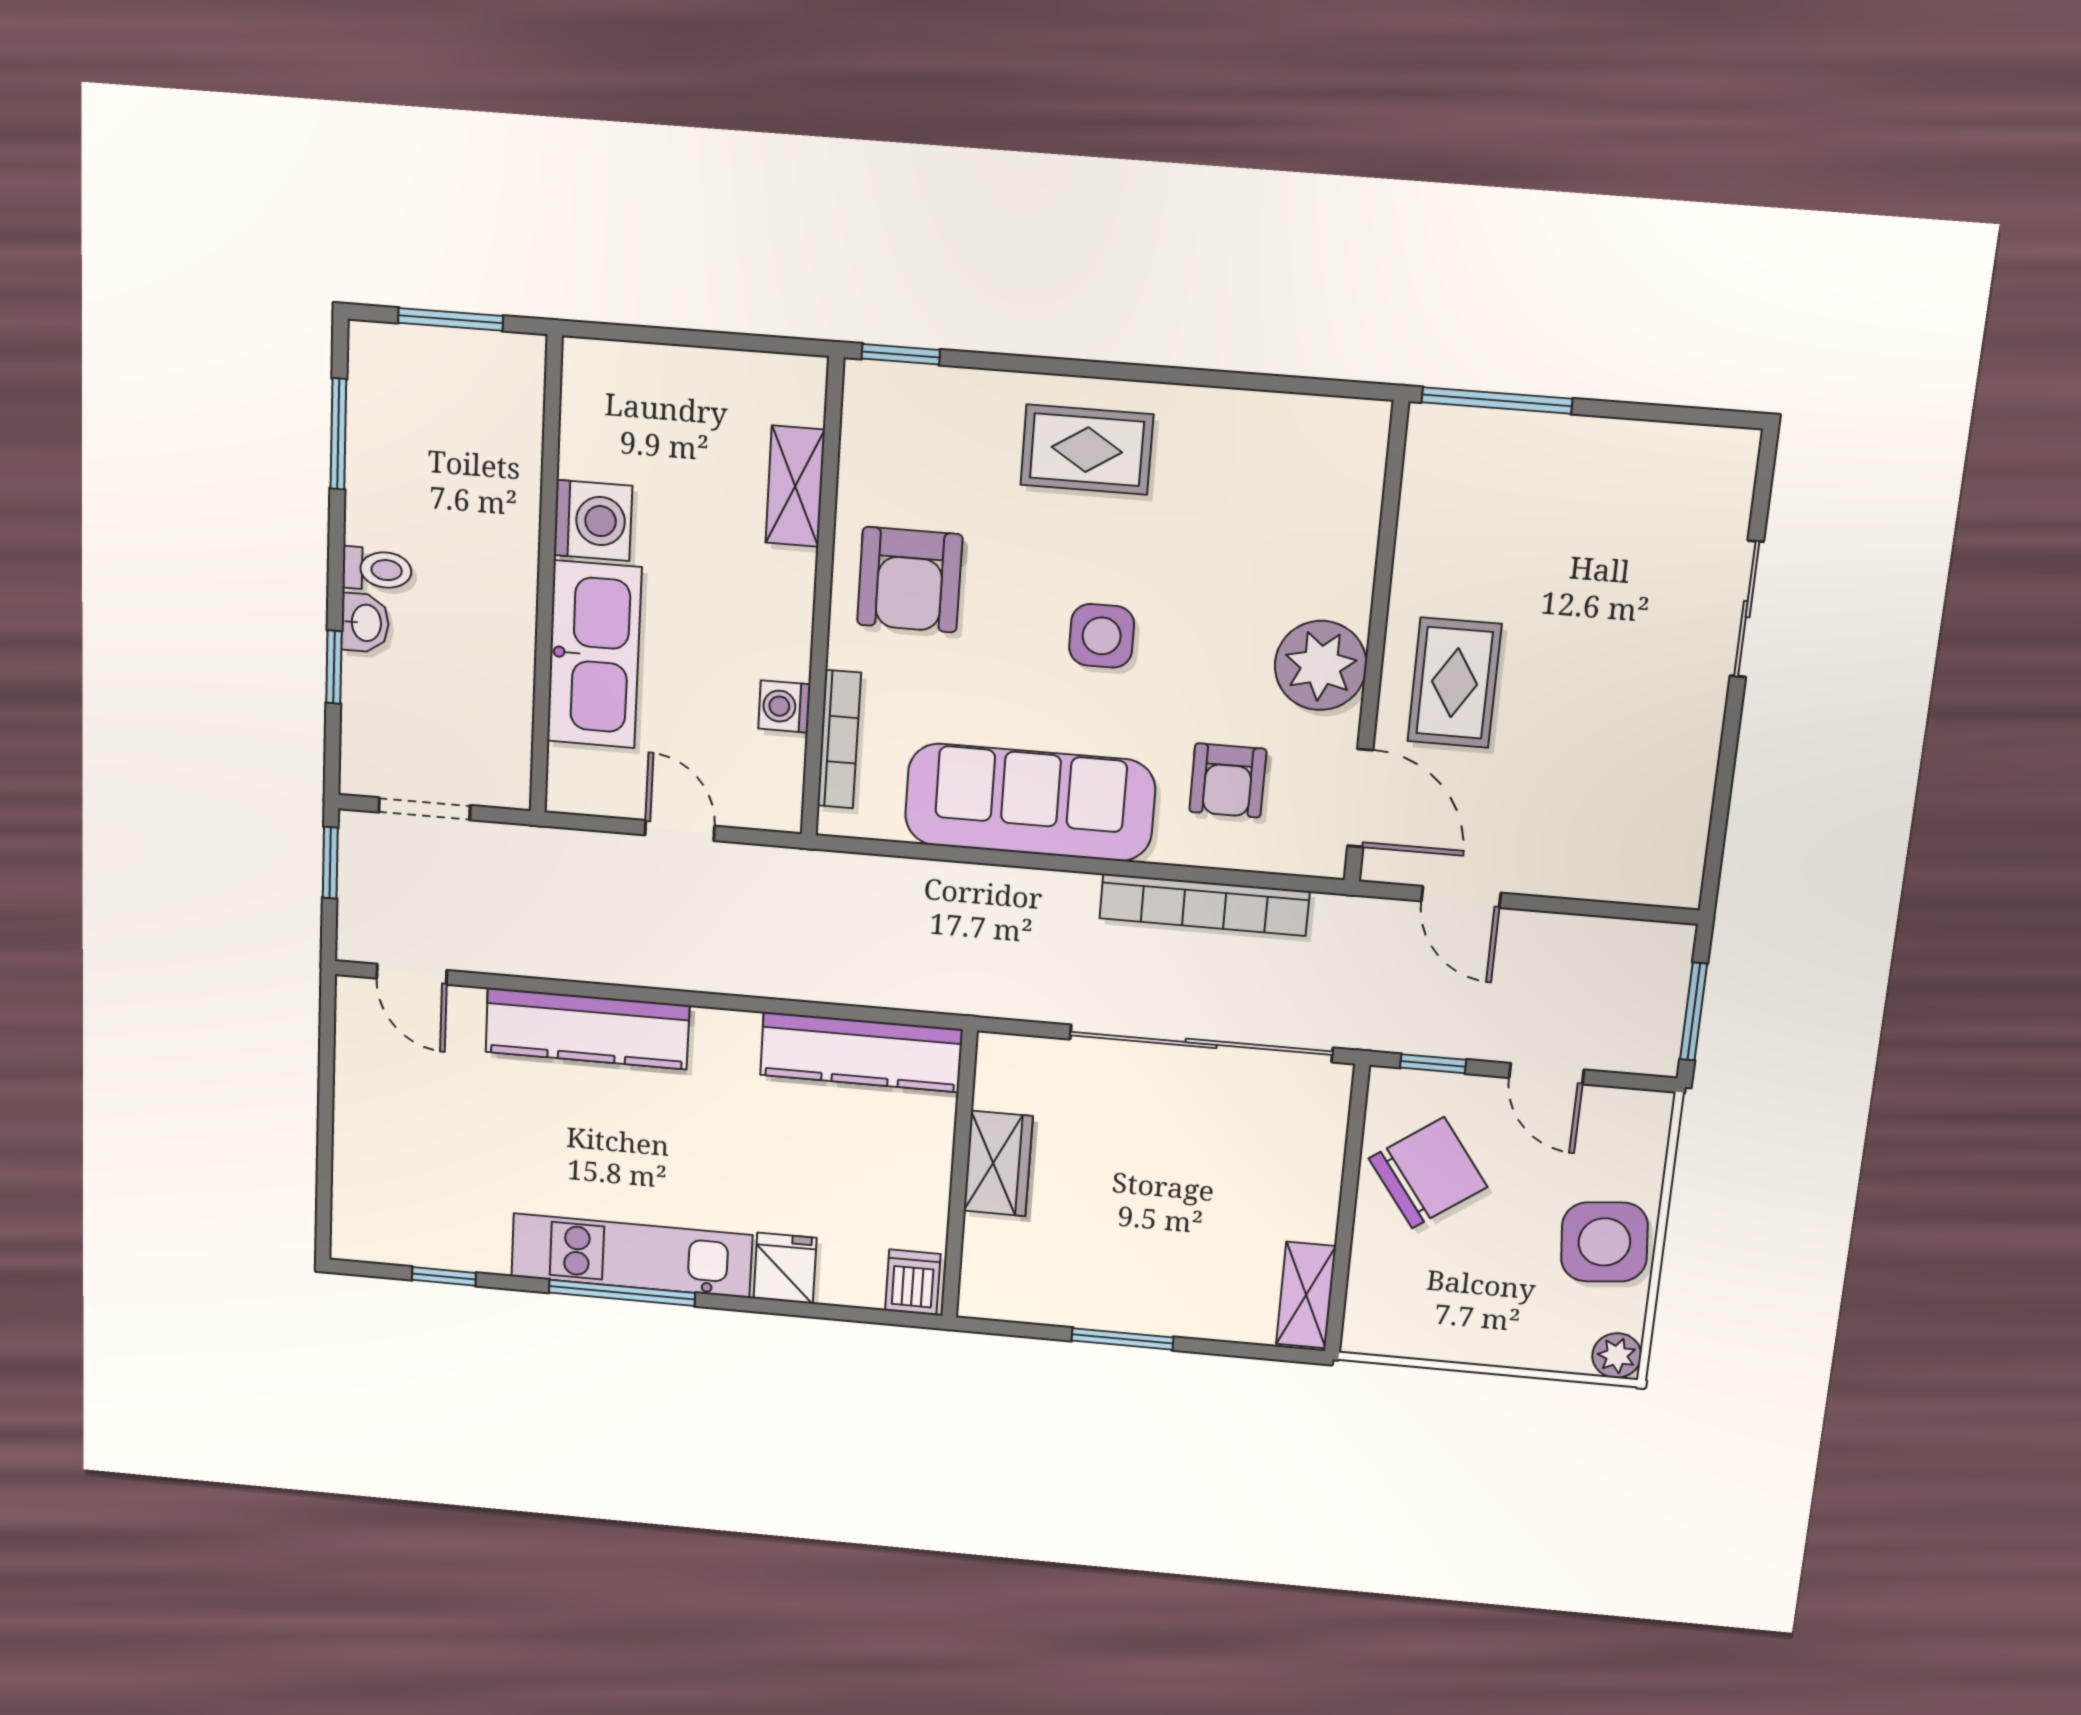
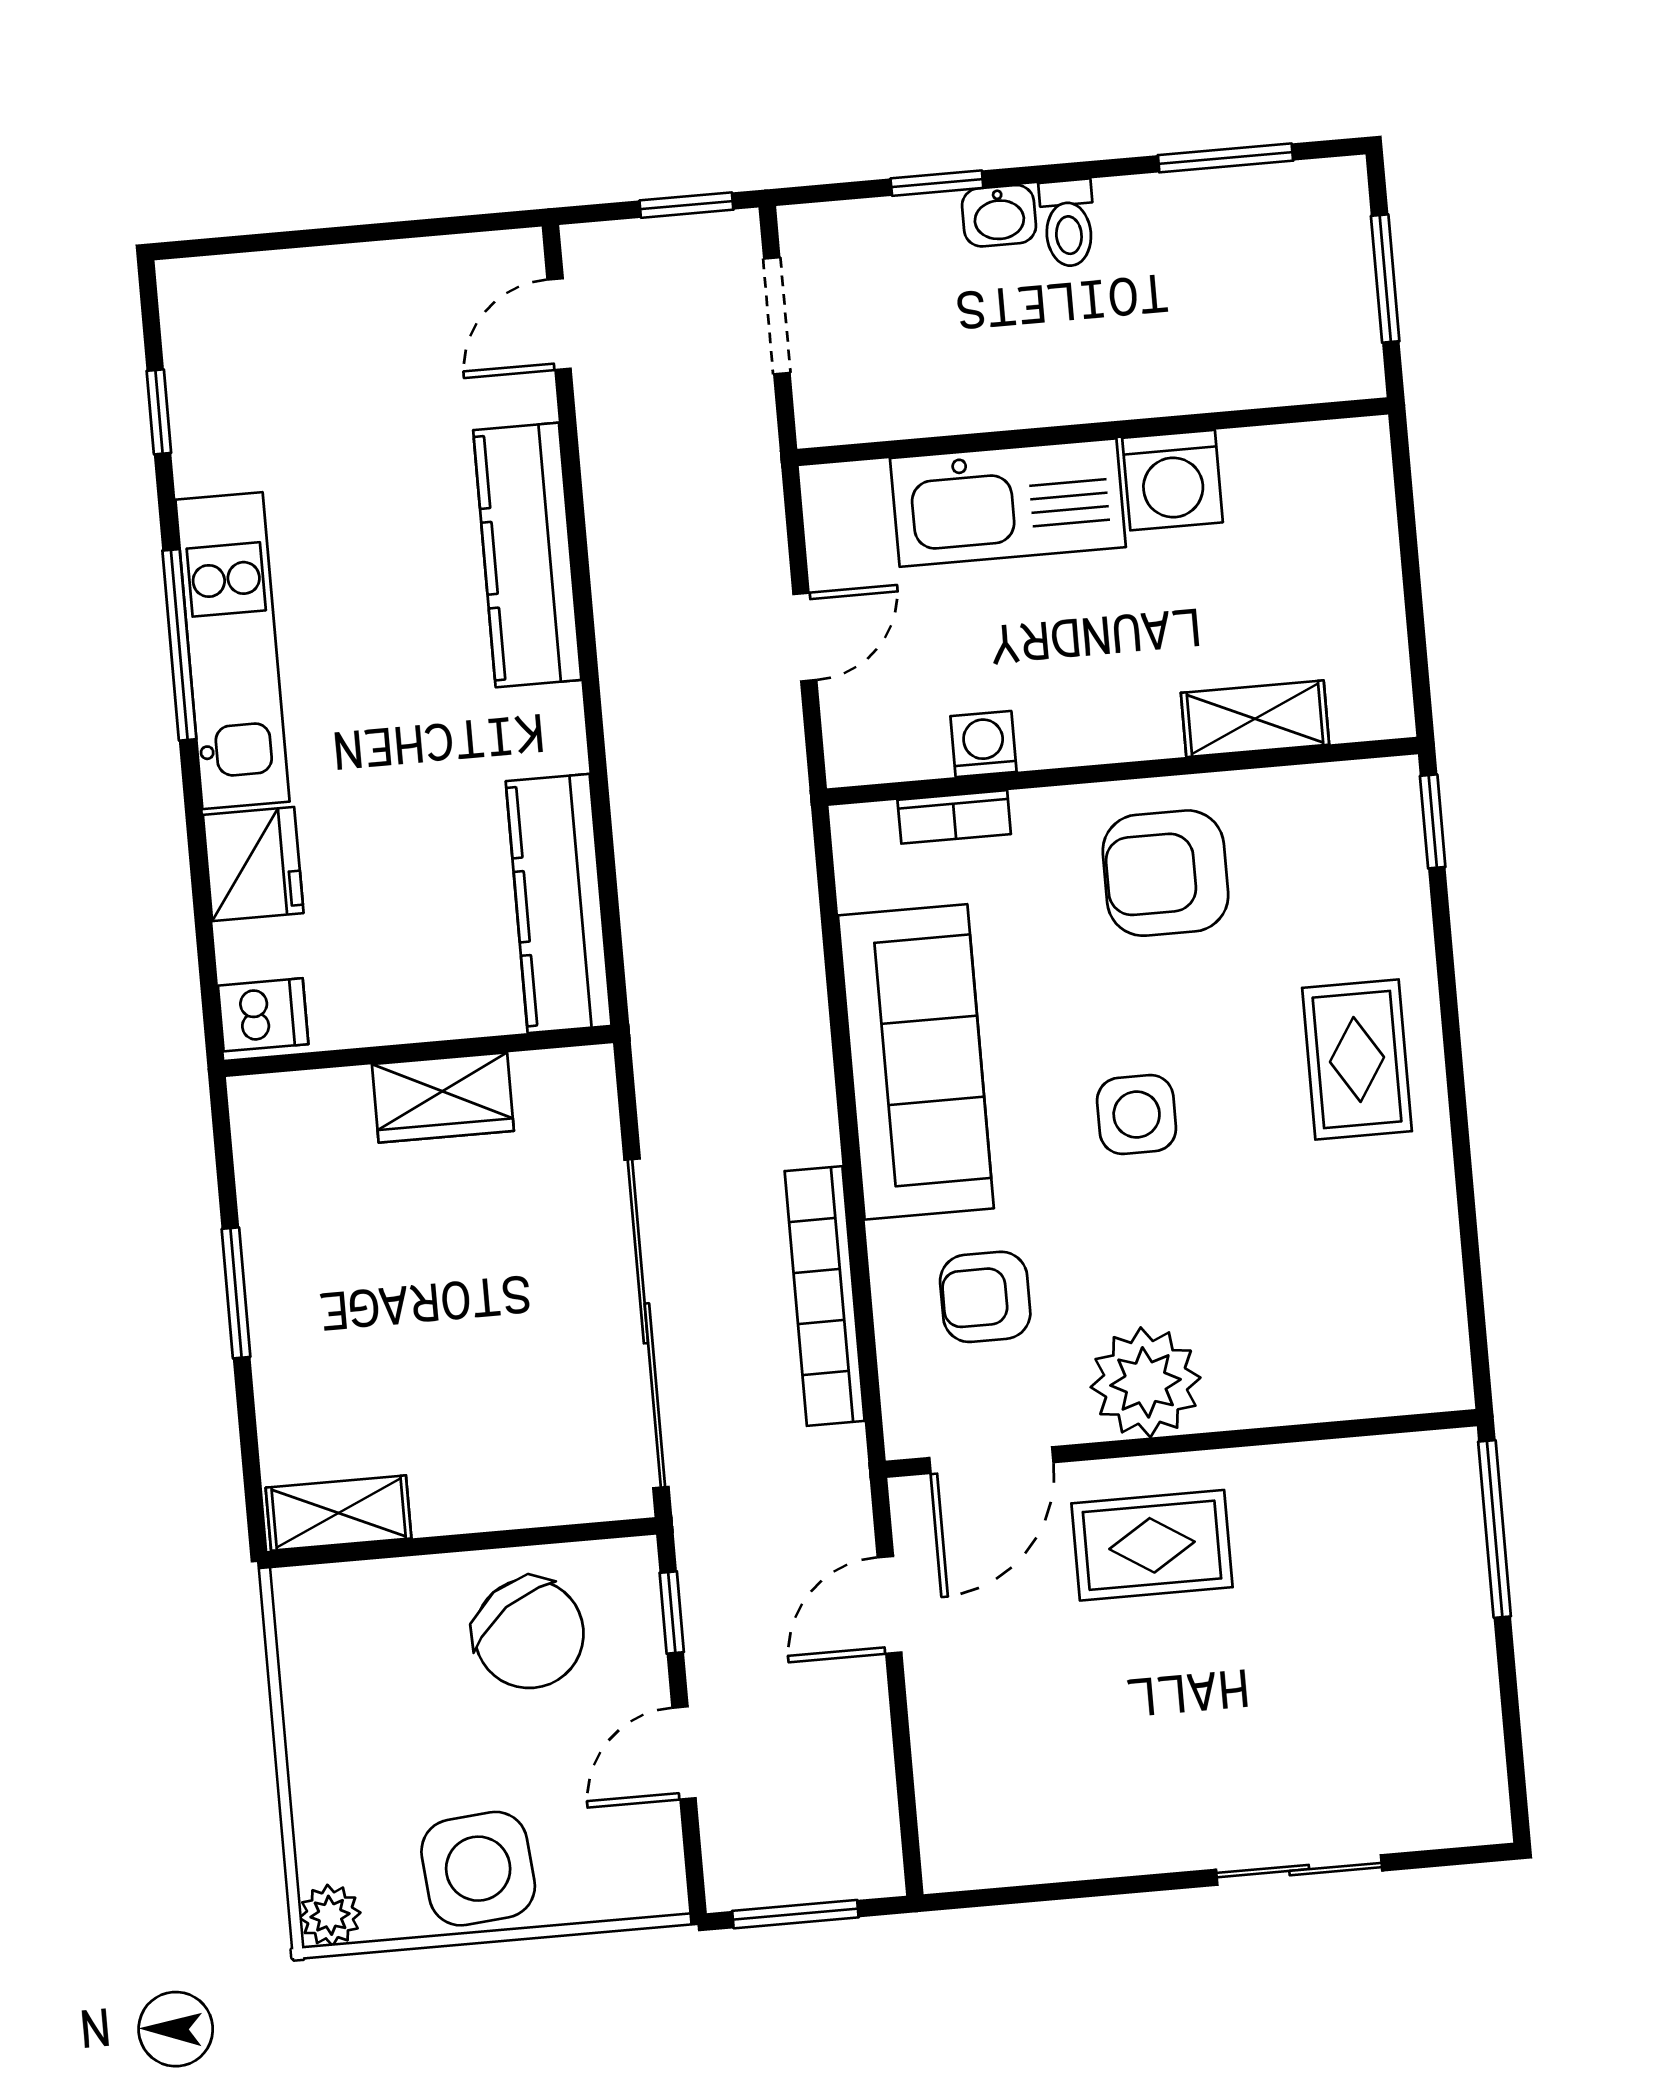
bookcase: (839, 739) -> (954, 817), width x0.64
fridge: (785, 1268) -> (253, 864), width x1.38

